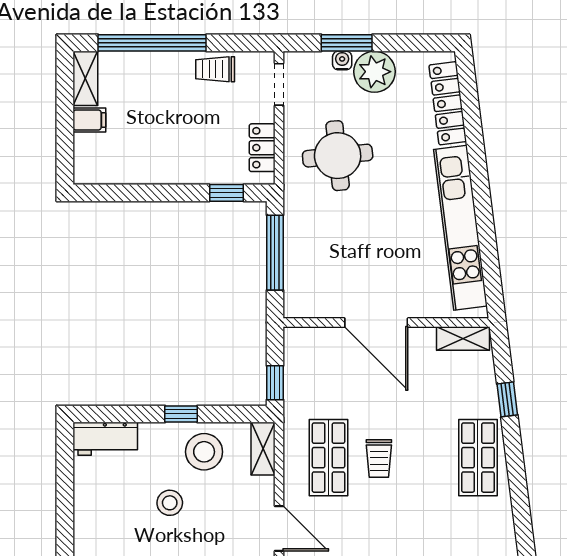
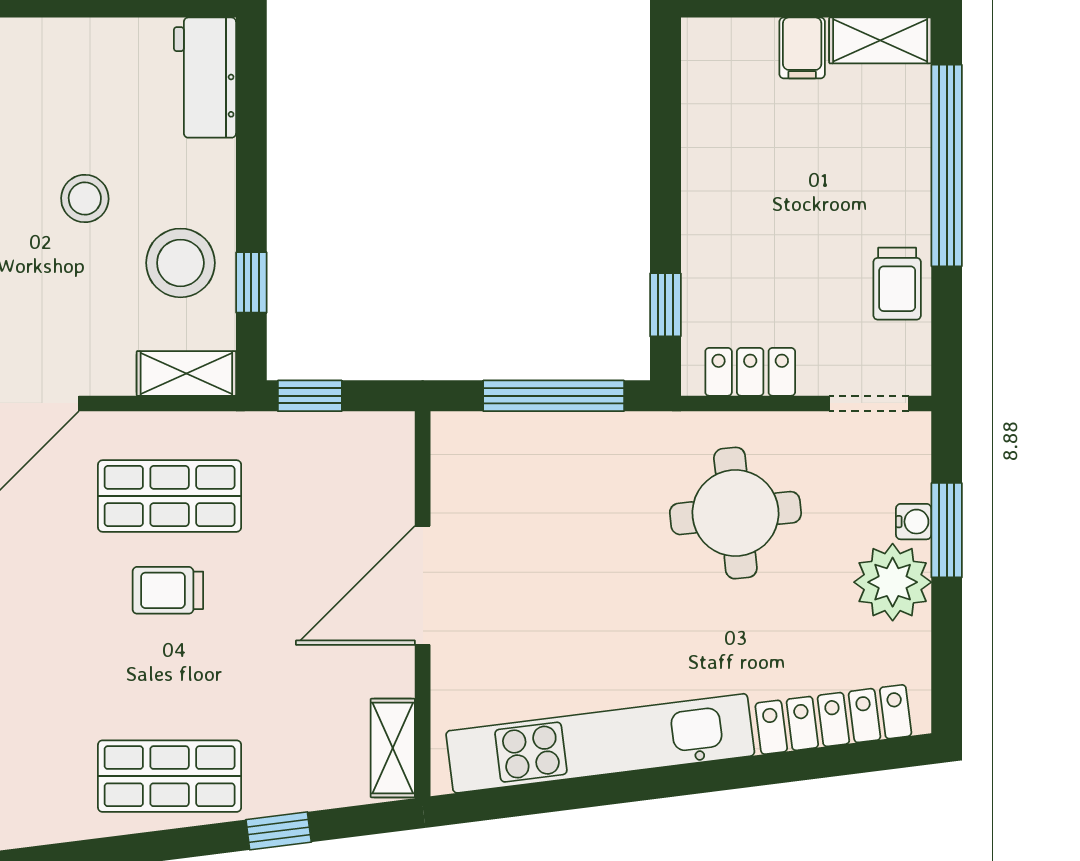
trolley: (215, 69) -> (897, 284), turned 180
window: (181, 414) -> (251, 282), moved

